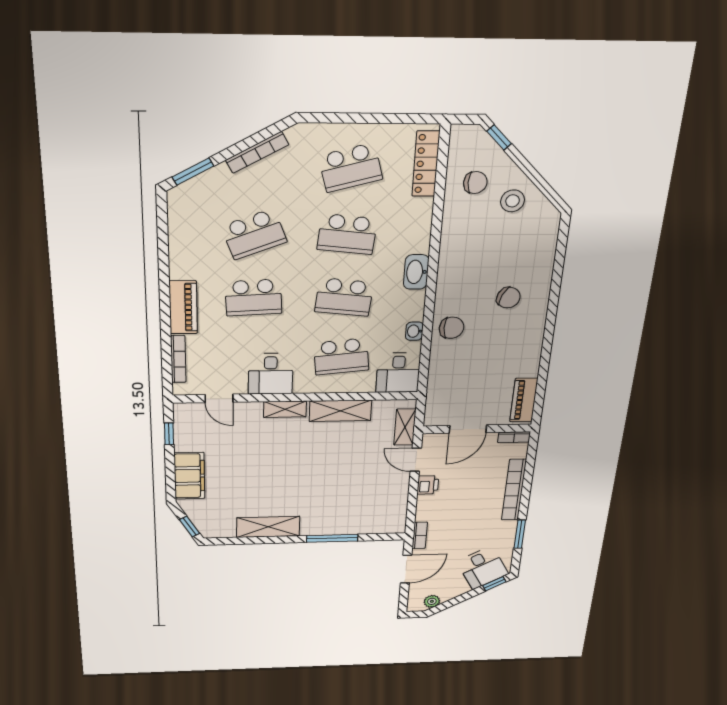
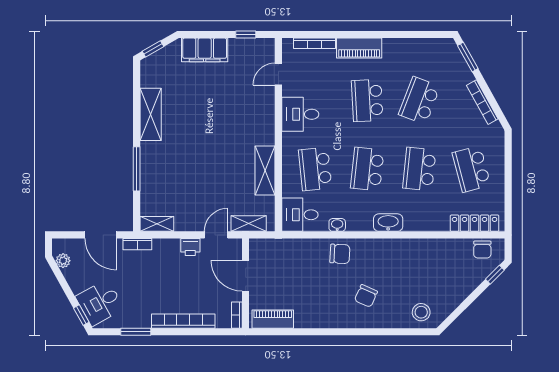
chair: (475, 183) -> (482, 250), moved
stool: (513, 201) -> (421, 312), moved
school desk: (254, 234) -> (419, 100), turned 42
chair: (452, 328) -> (340, 254), turned -87
shelving: (285, 409) -> (157, 224), moved, turned 90

